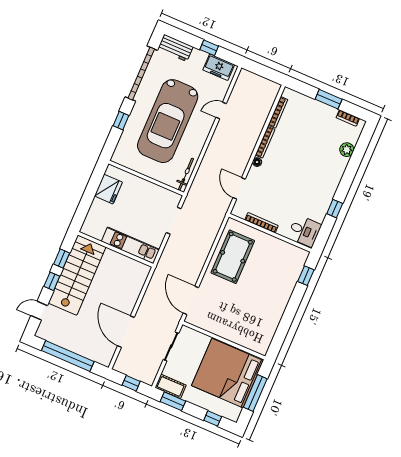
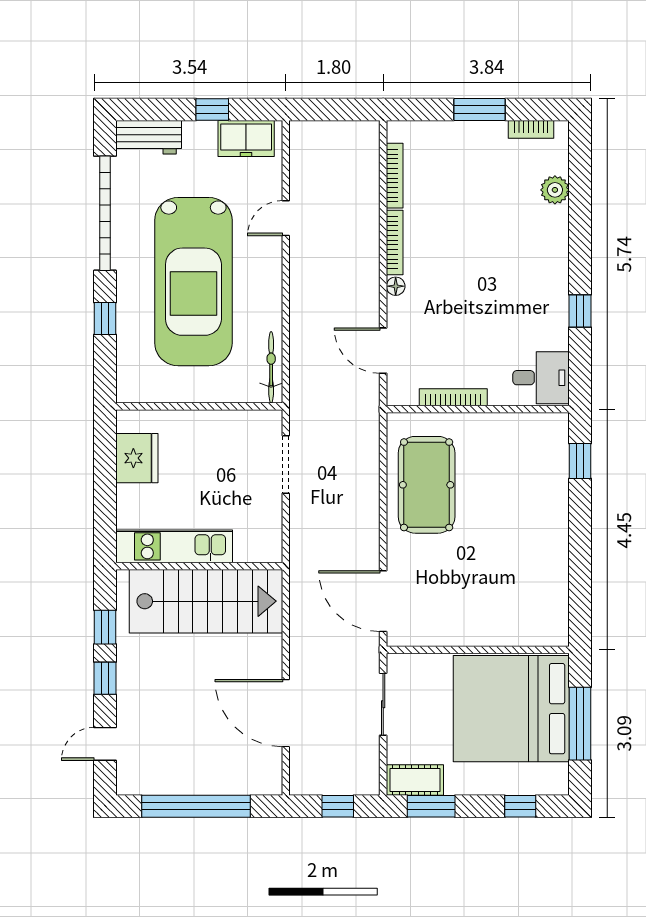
kitchen unit: (130, 245) -> (174, 546), moved
stairs: (77, 275) -> (206, 601), moved, turned 90

